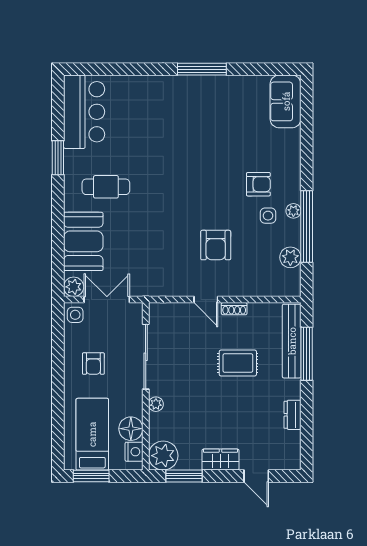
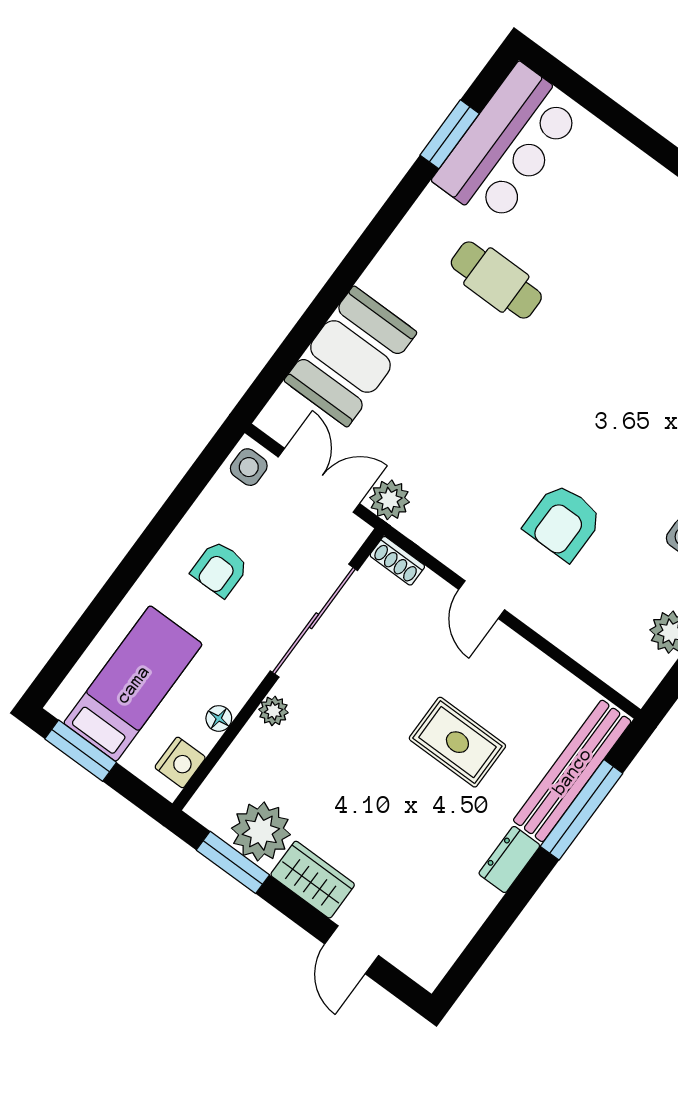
window: (58, 158) -> (450, 134), moved
cafe table: (106, 187) -> (496, 280), moved
plant: (74, 287) -> (390, 500), moved
shoe rack: (234, 309) -> (397, 561), moved
dresser: (293, 415) -> (509, 860), moved
floor lamp: (131, 429) -> (219, 718), width x0.53, depth x0.53
plant: (163, 456) -> (261, 831), moved

